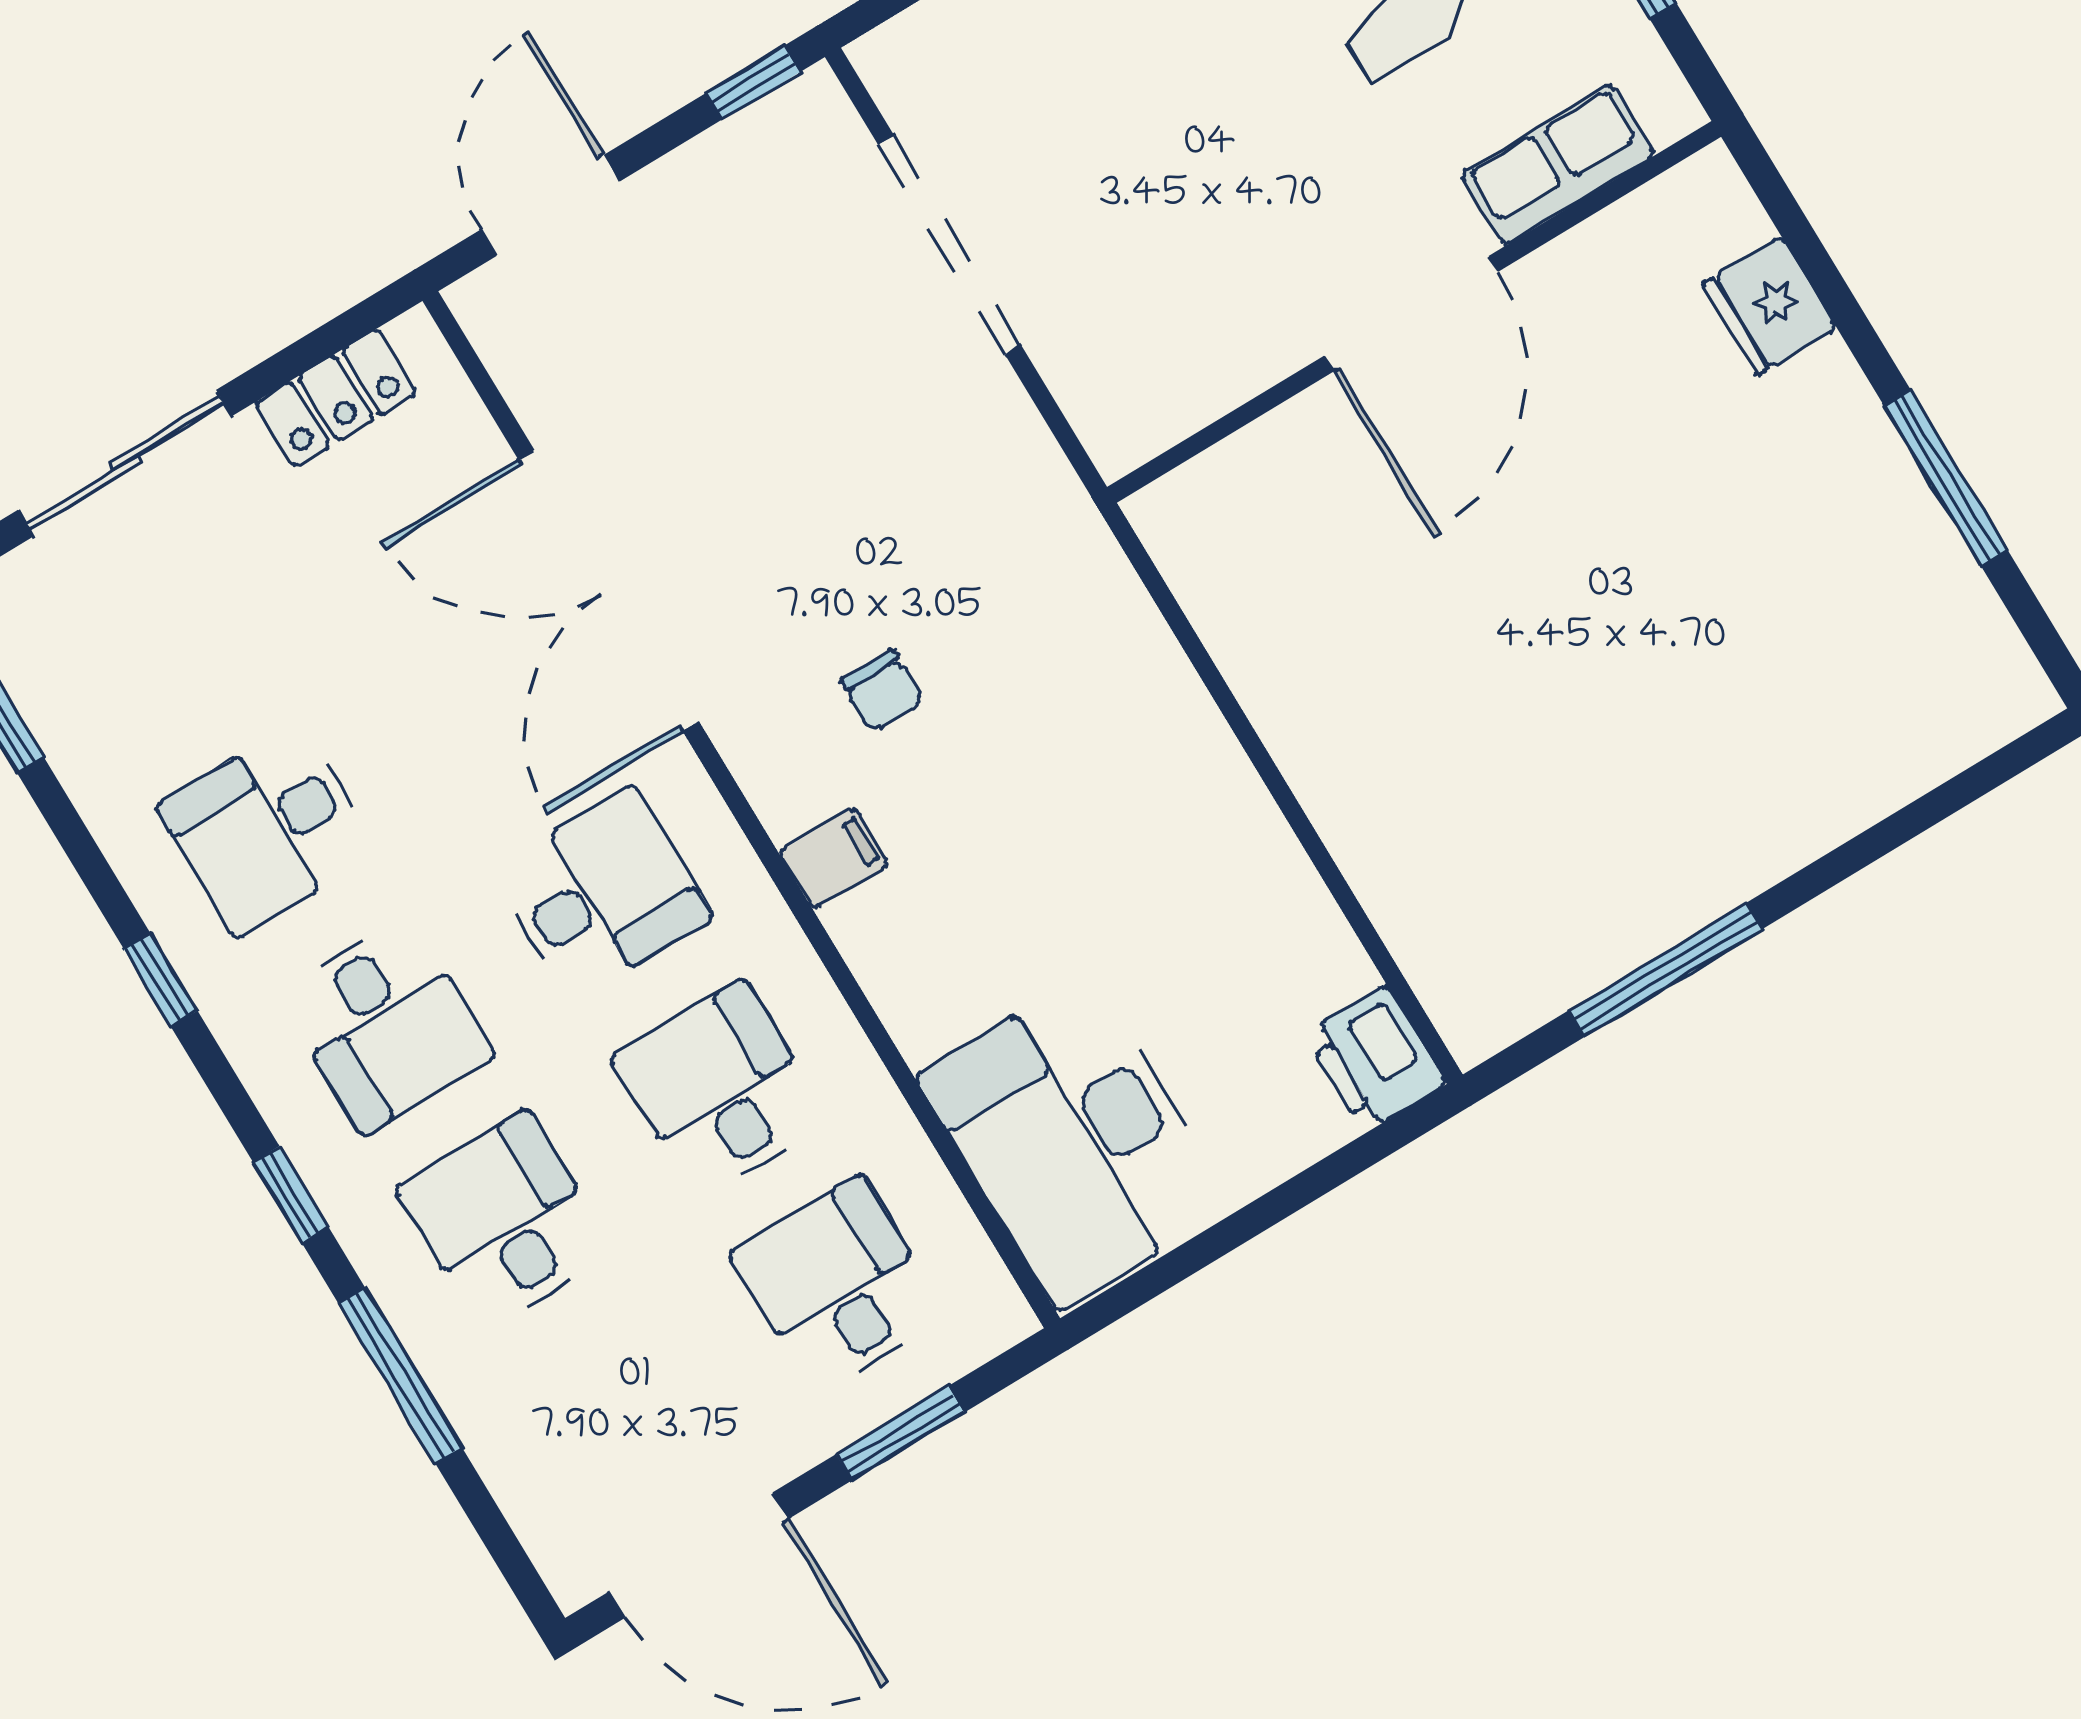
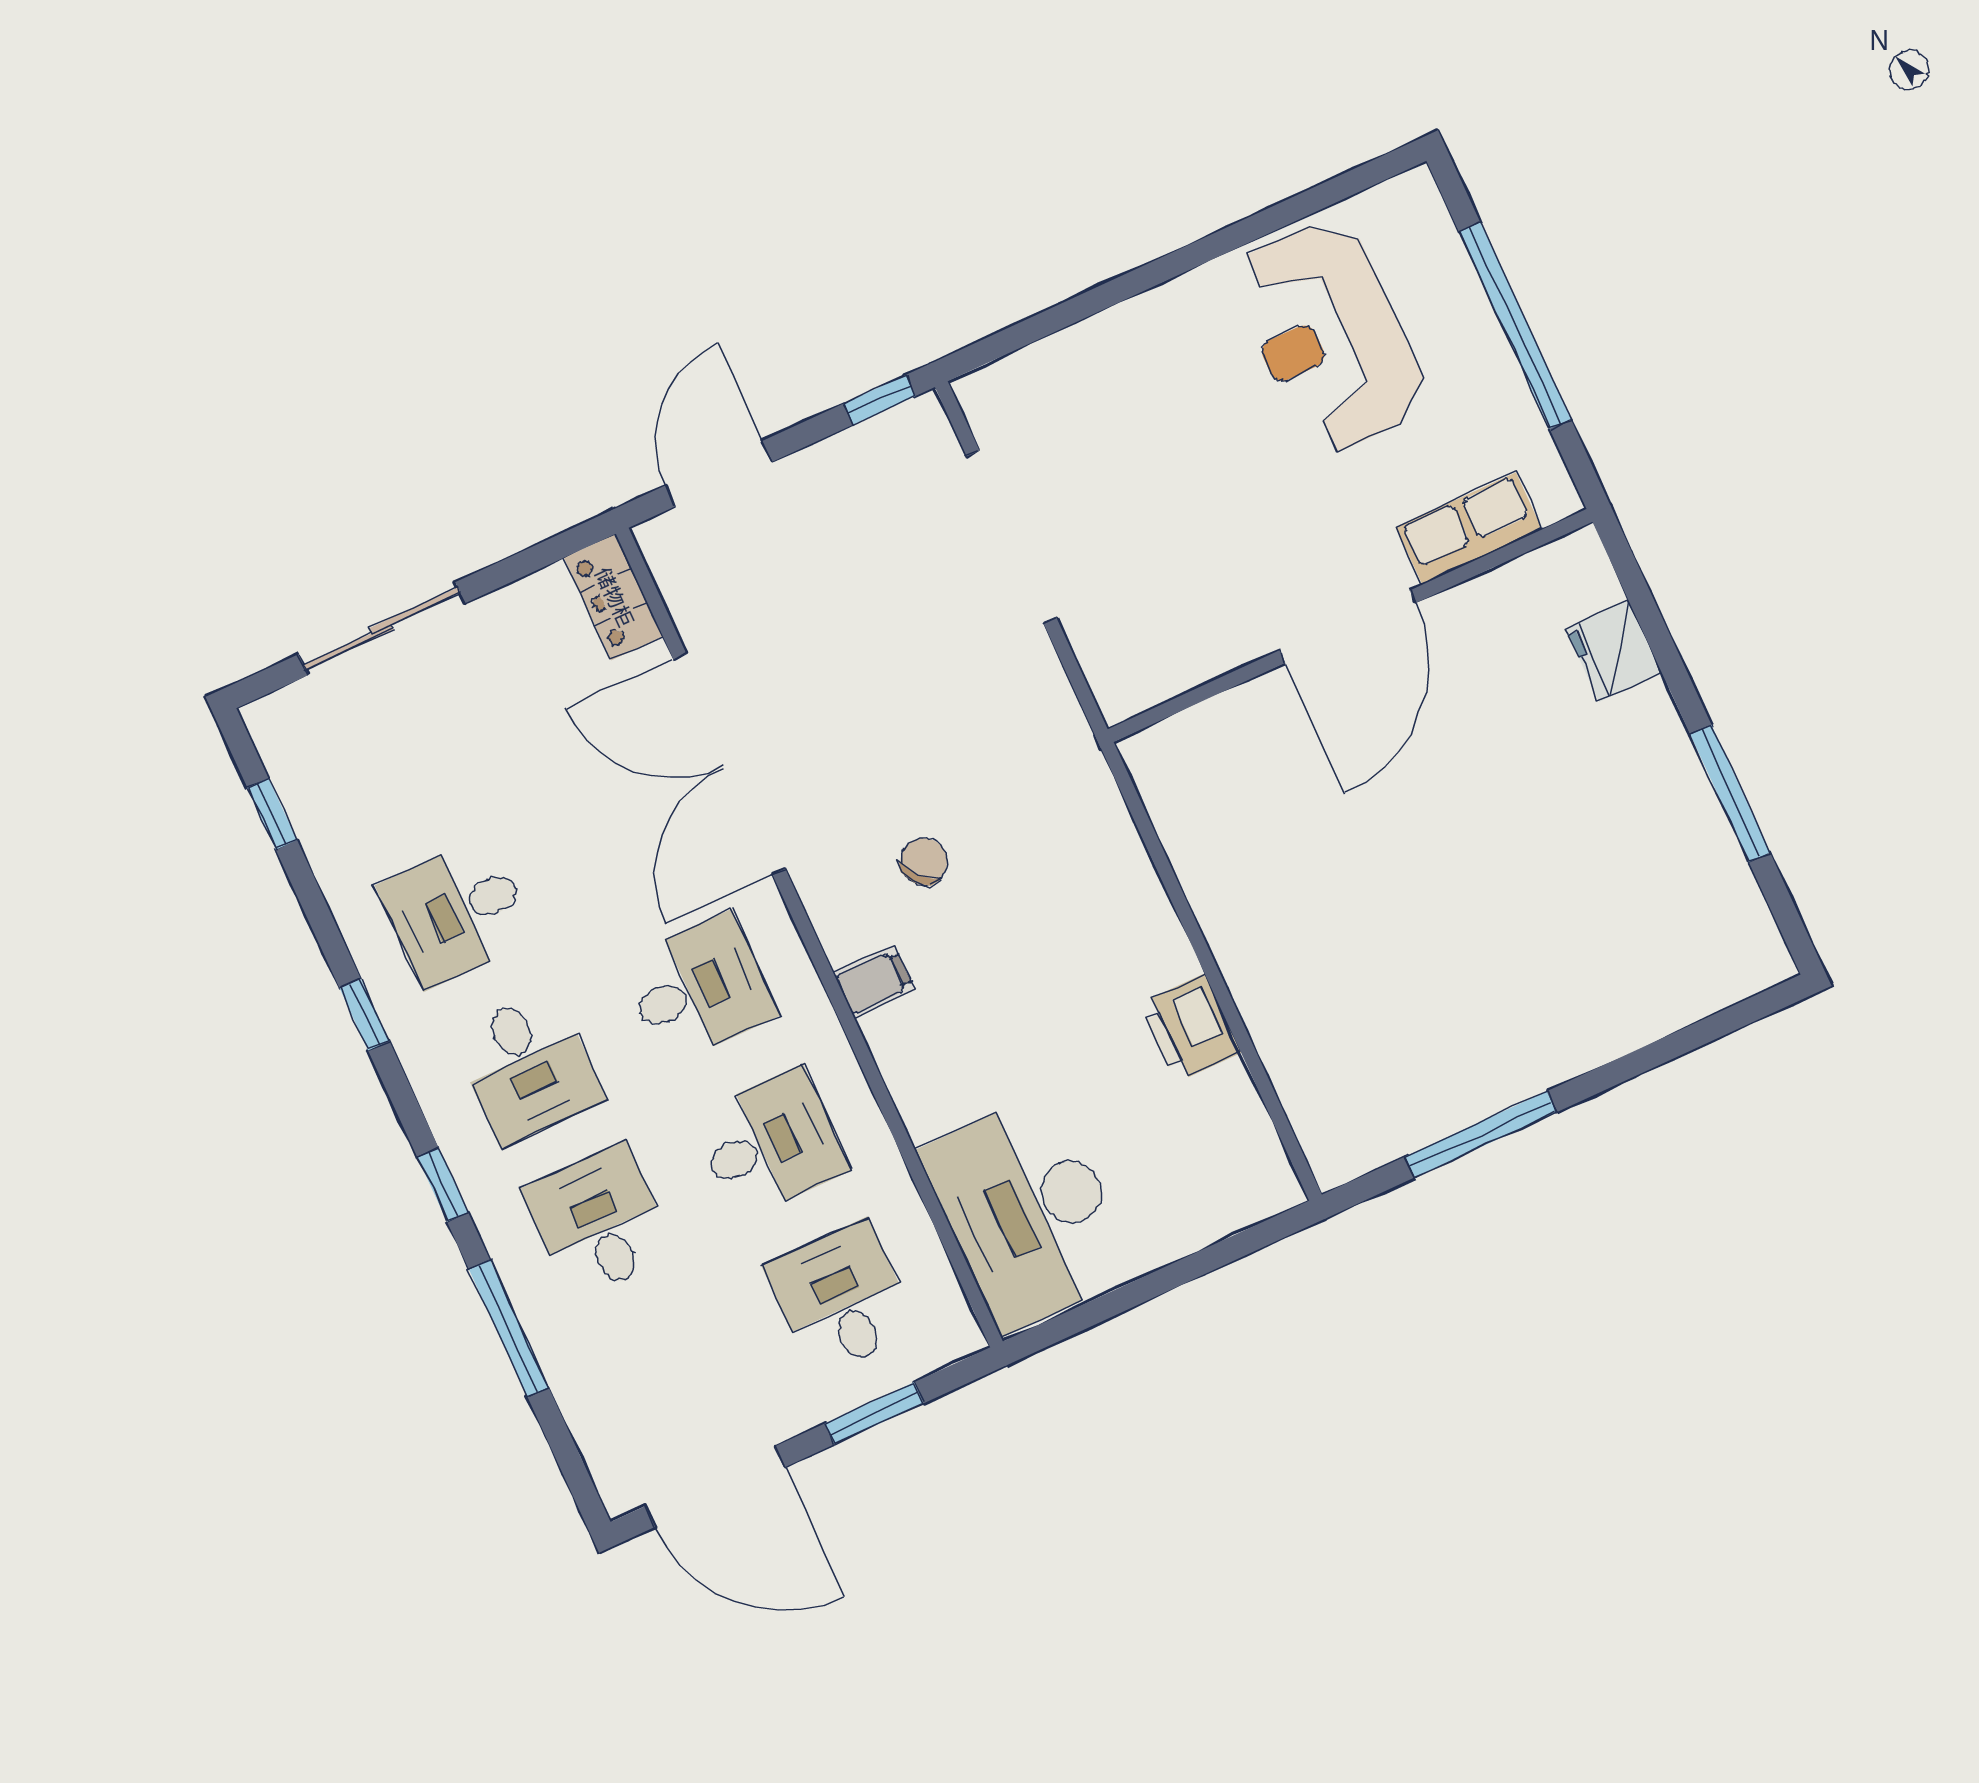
locker: (336, 398) -> (614, 597), moved, turned 90
chair: (882, 691) -> (924, 861), turned -131
printer: (1375, 1059) -> (1190, 1028), moved
desk: (720, 1090) -> (770, 1143), turned 90

